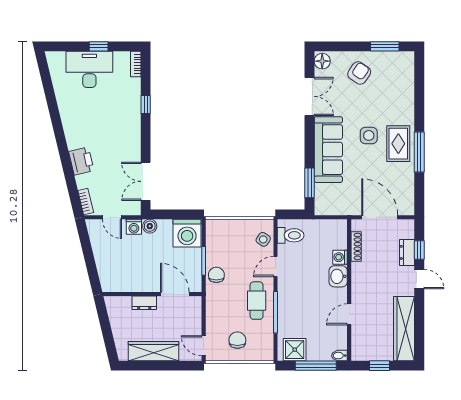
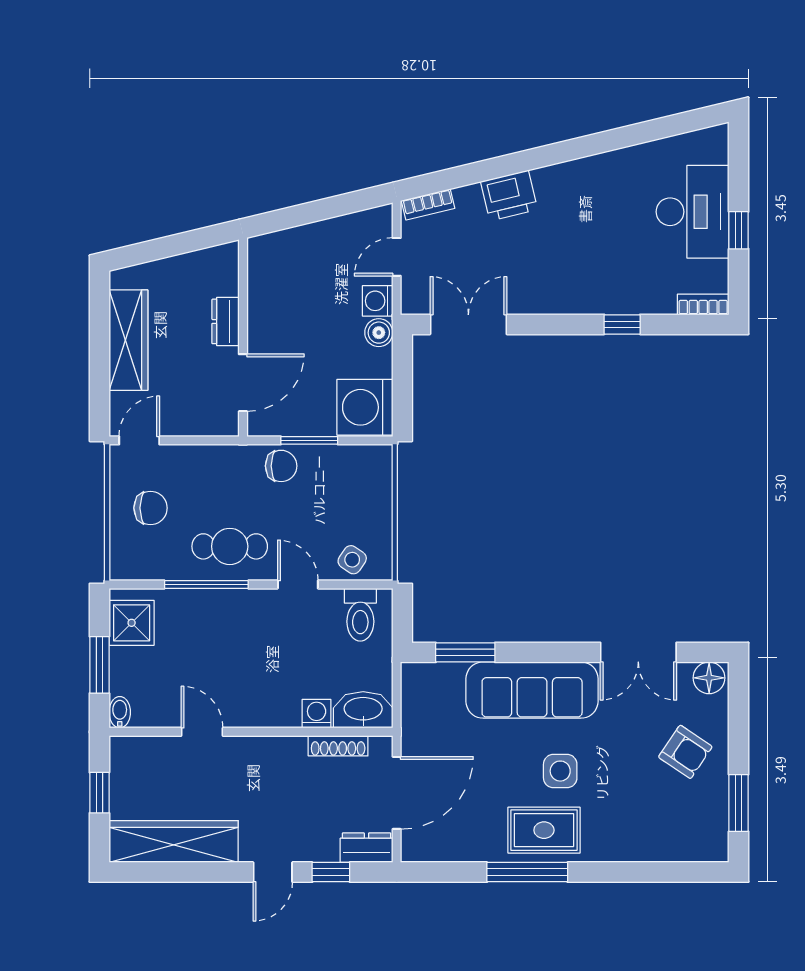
dresser: (407, 252) -> (366, 848), moved
washbasin: (338, 276) -> (363, 710), moved, width x1.38
window: (316, 366) -> (99, 665), width x0.69

